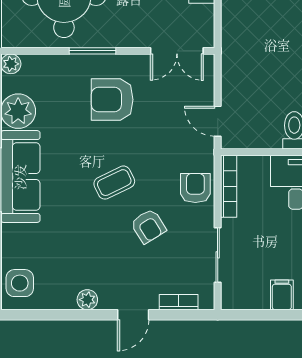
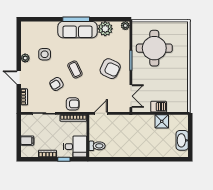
double door: (177, 51) -> (131, 96), swing flipped
armchair: (112, 100) -> (110, 69), turned 115
side table: (20, 283) -> (45, 54), moved

